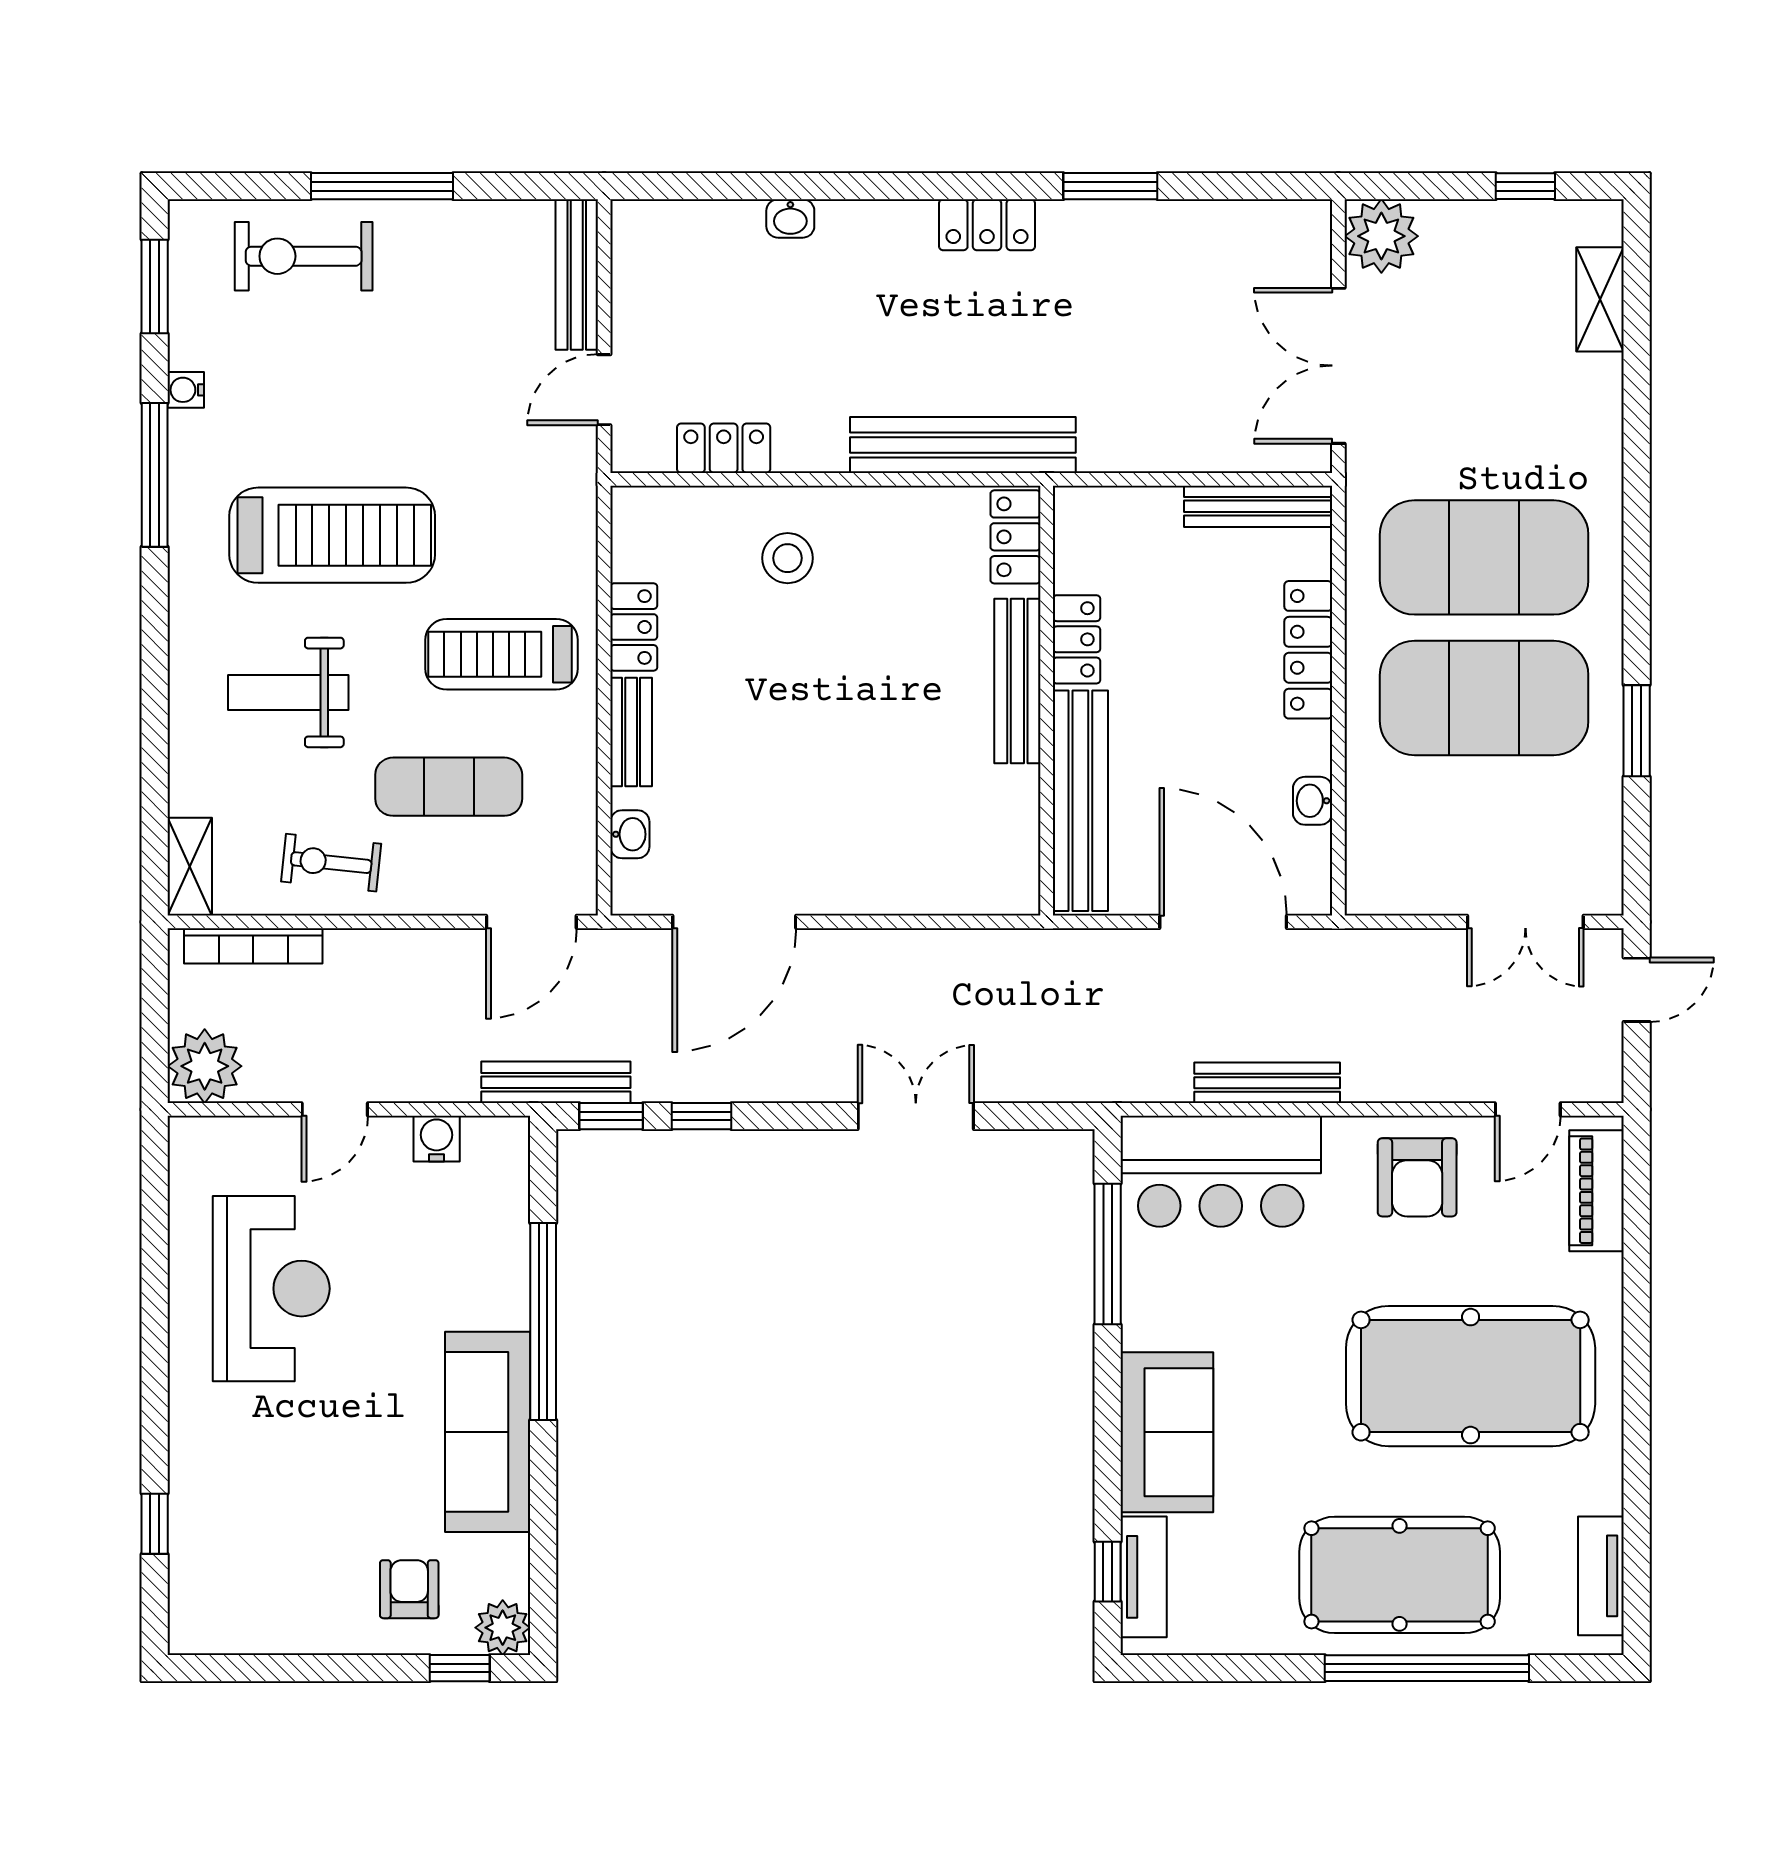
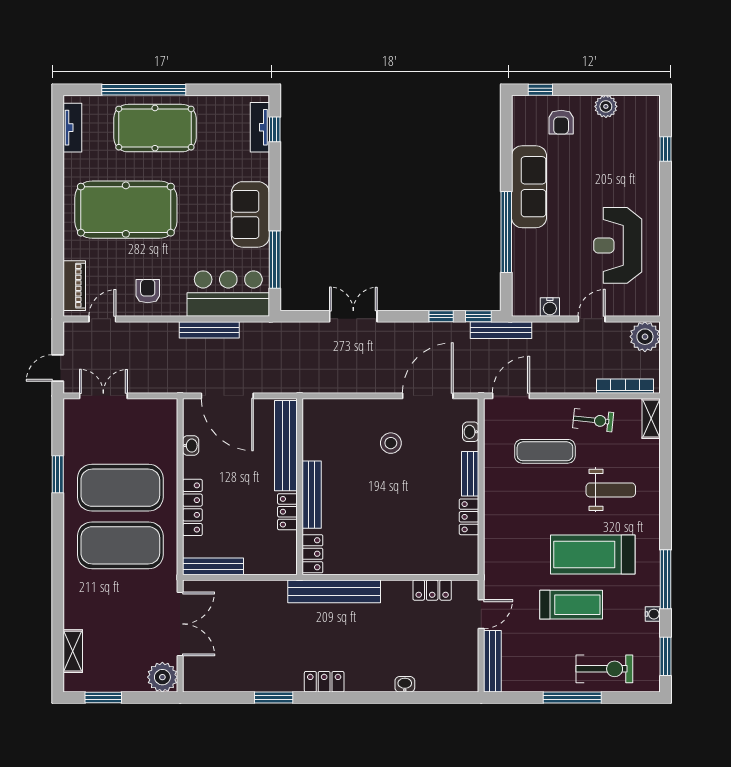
window: (1525, 186) -> (103, 698), width x1.50
stool: (788, 558) -> (391, 443), moved
treadmill: (501, 654) -> (571, 605), moved
double door: (916, 1116) -> (353, 316), swing flipped
armchair: (1417, 1177) -> (148, 291), width x0.72, depth x0.72
sofa: (1167, 1432) -> (250, 214), moved
plant: (503, 1628) -> (606, 106), moved

